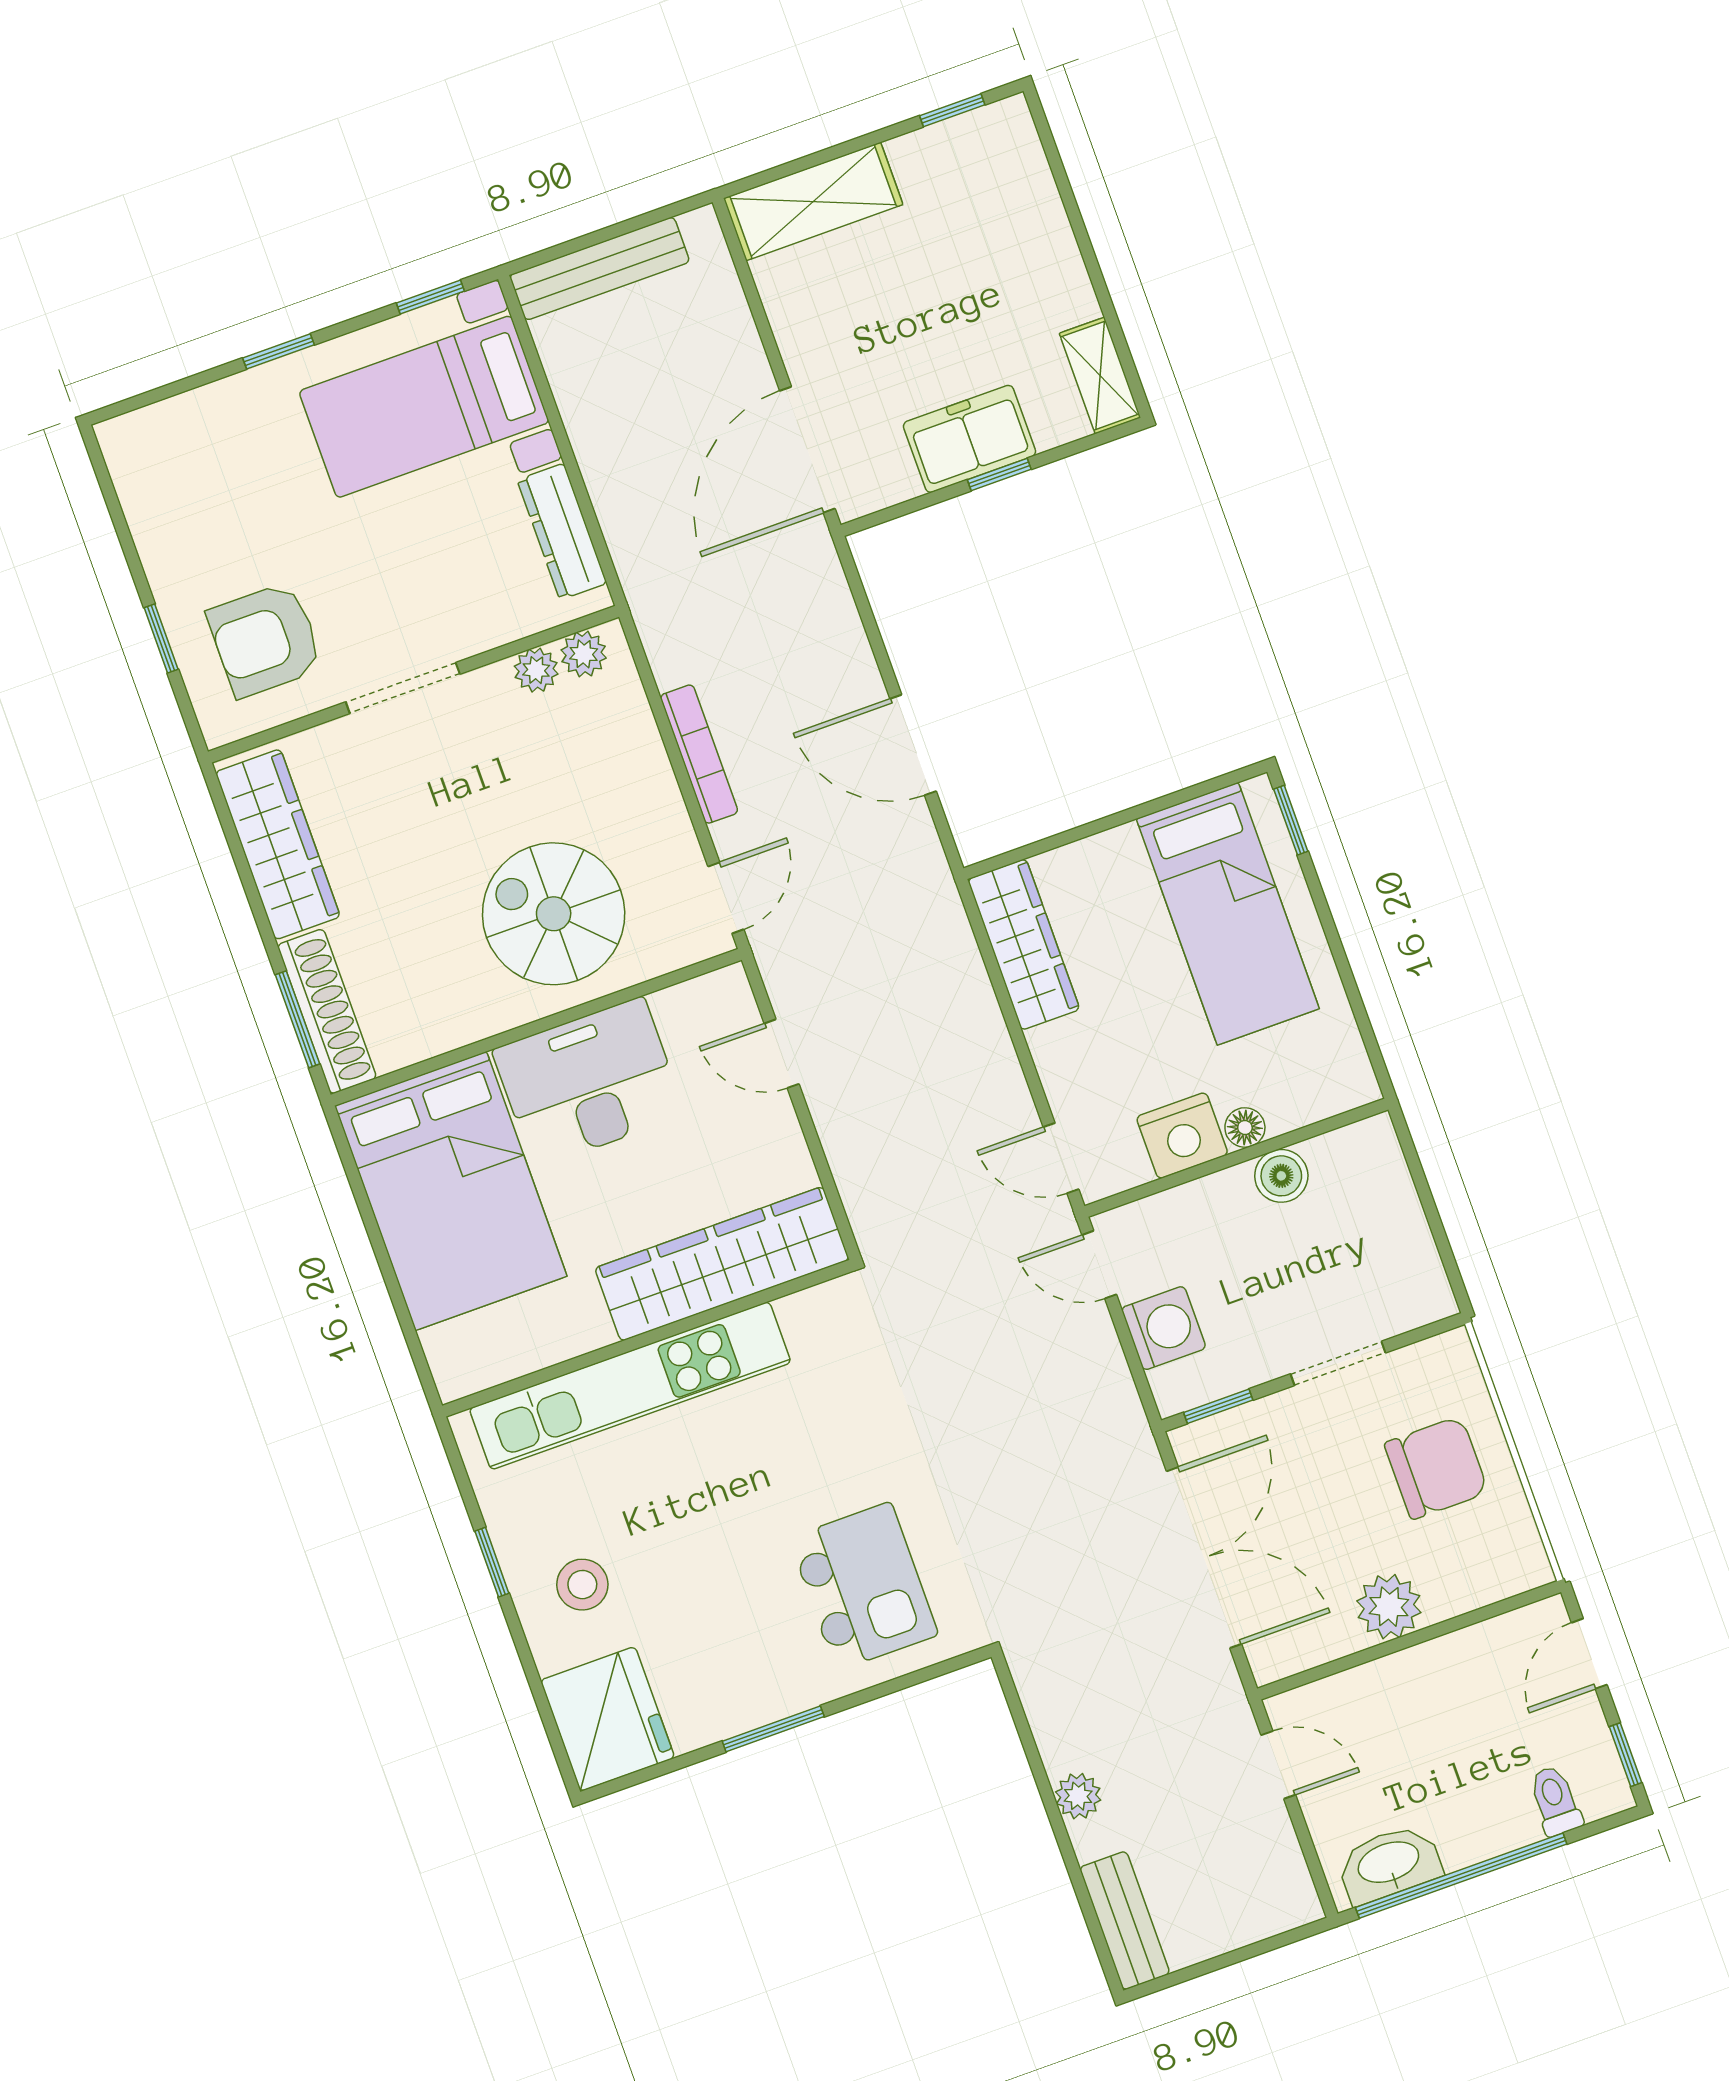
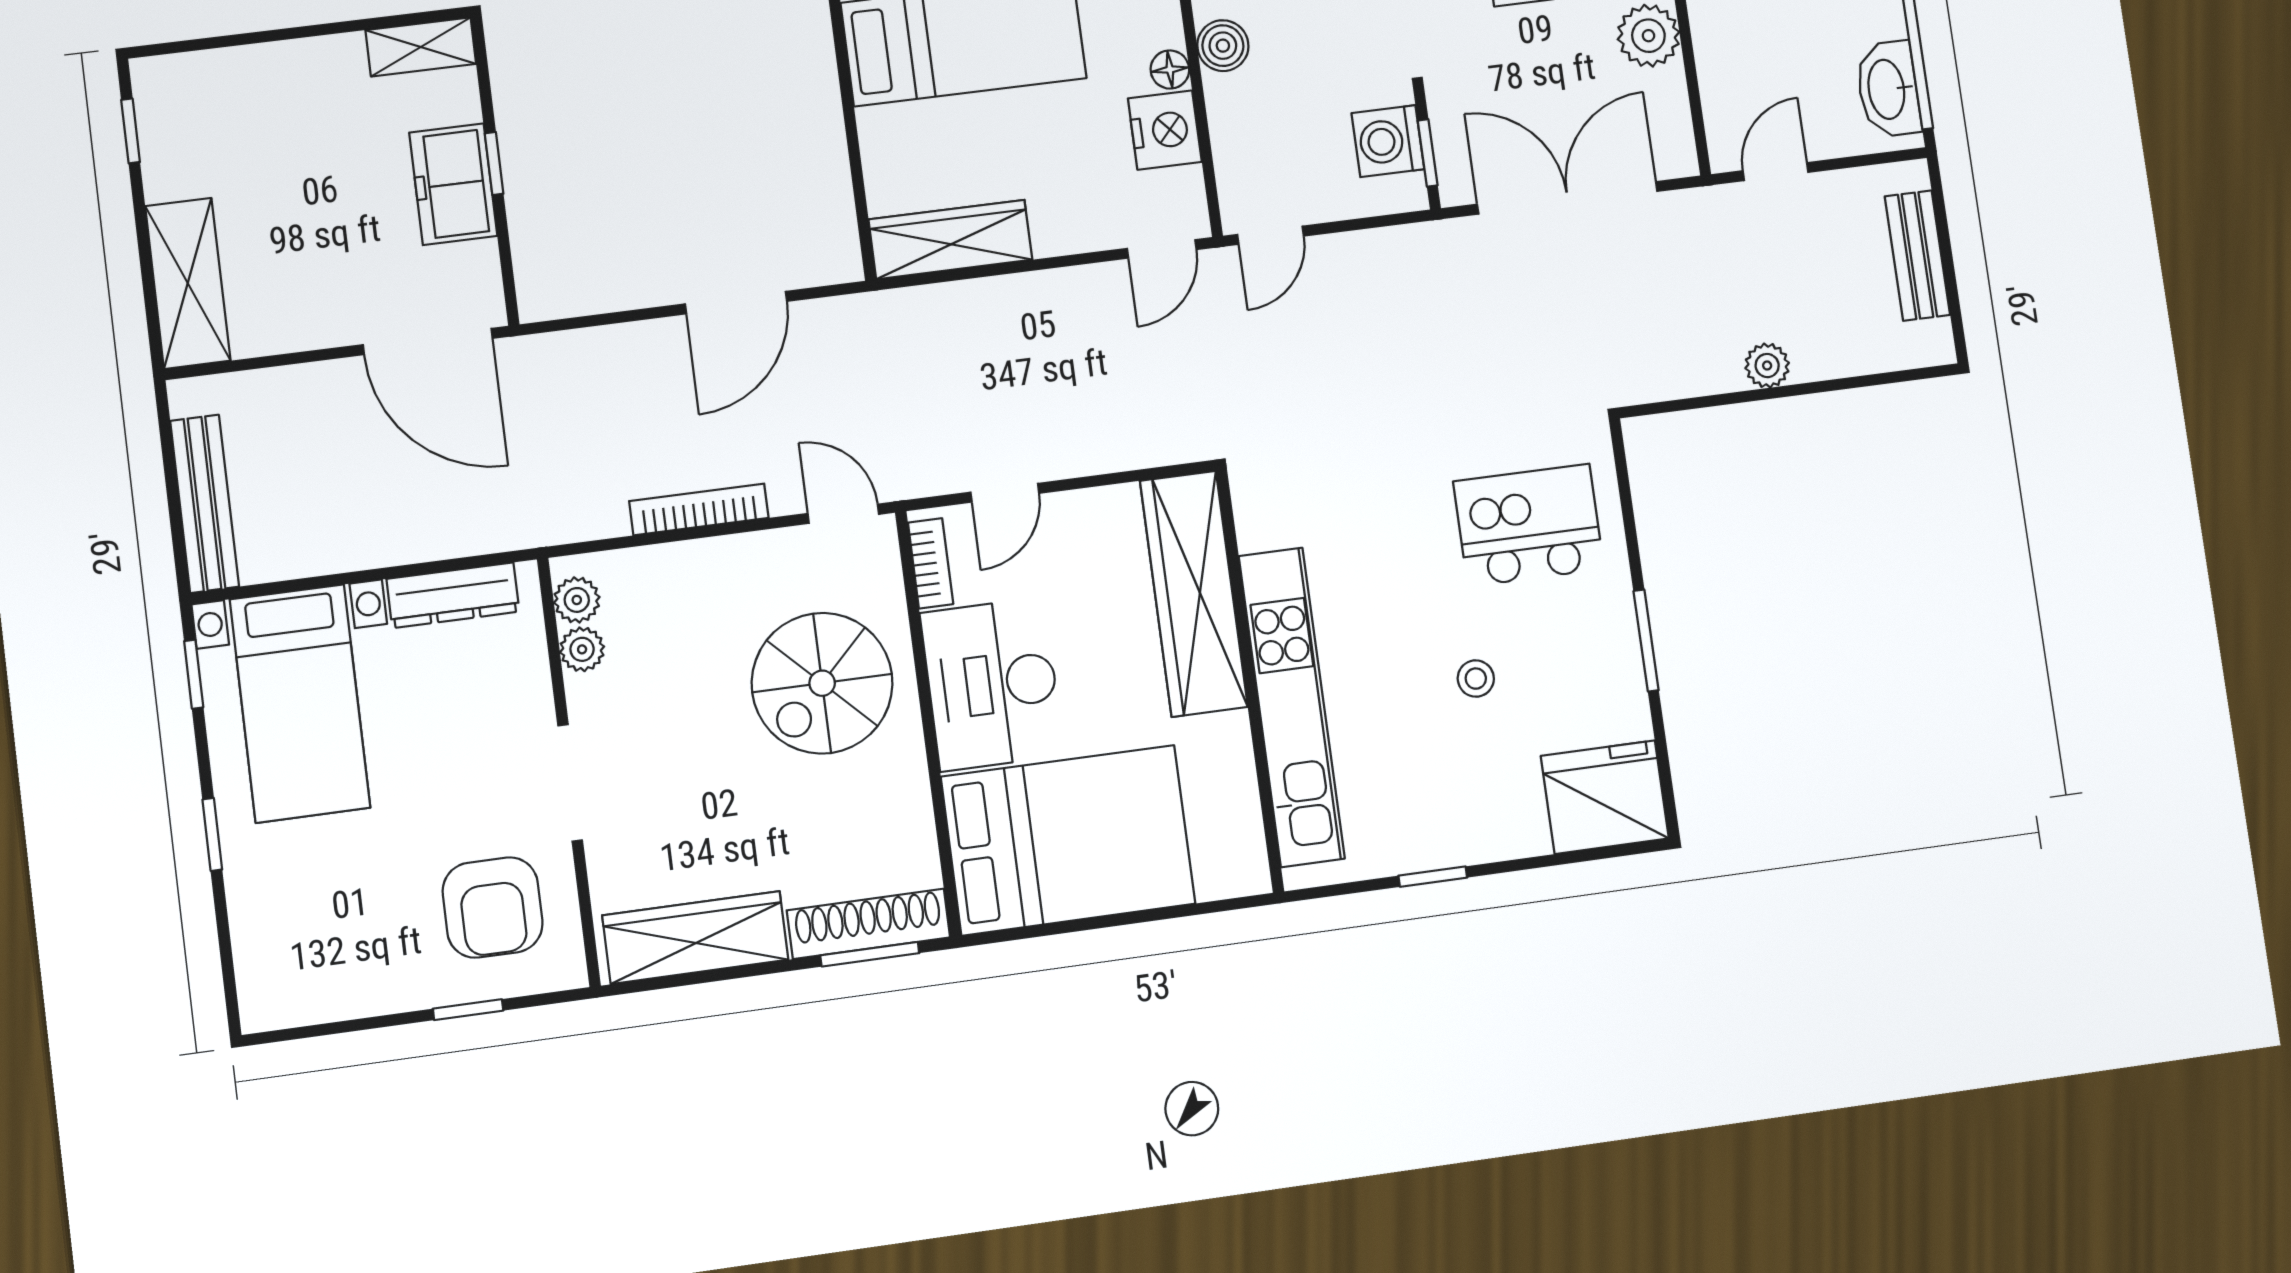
bookcase: (695, 995) -> (931, 563), added
washing machine: (1164, 1328) -> (1388, 141), moved, turned -90
stool: (582, 1585) -> (1476, 679), moved, width x0.73, depth x0.73
bench: (1125, 1921) -> (1917, 256), moved, turned 90

